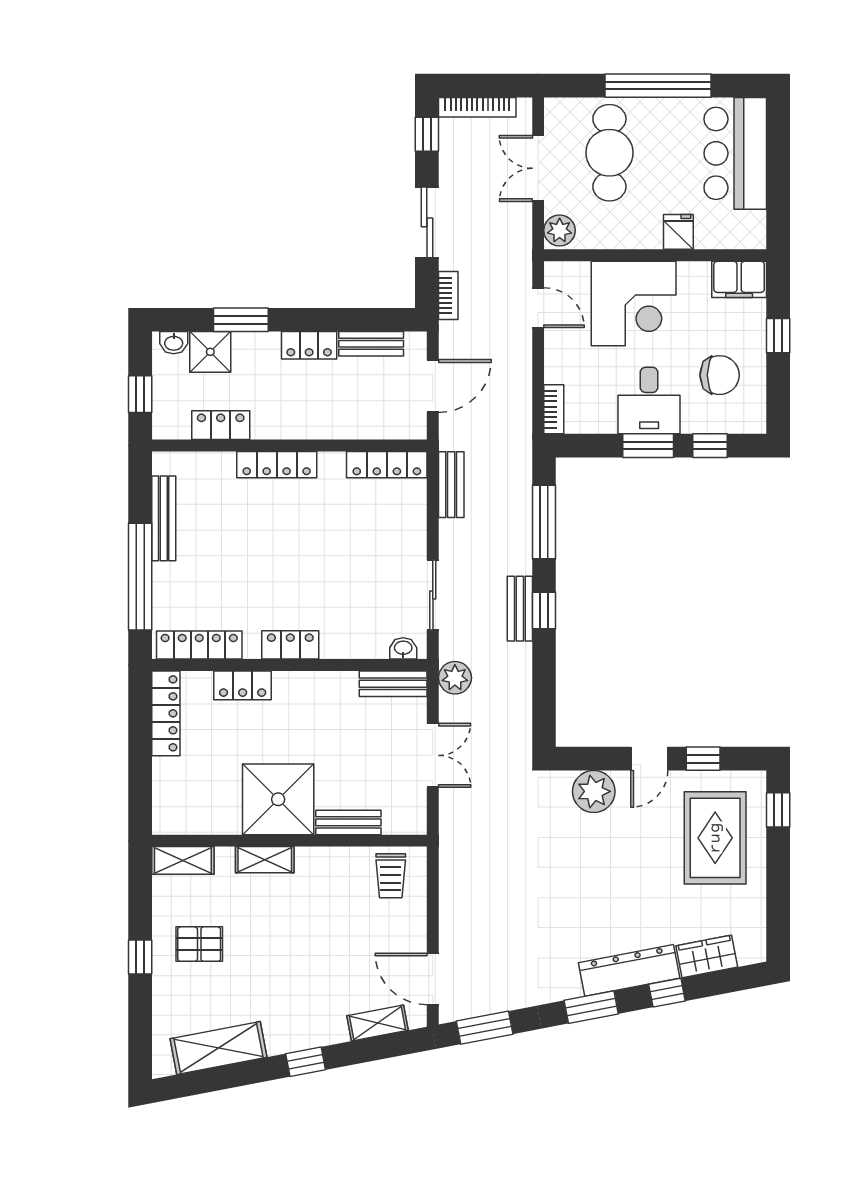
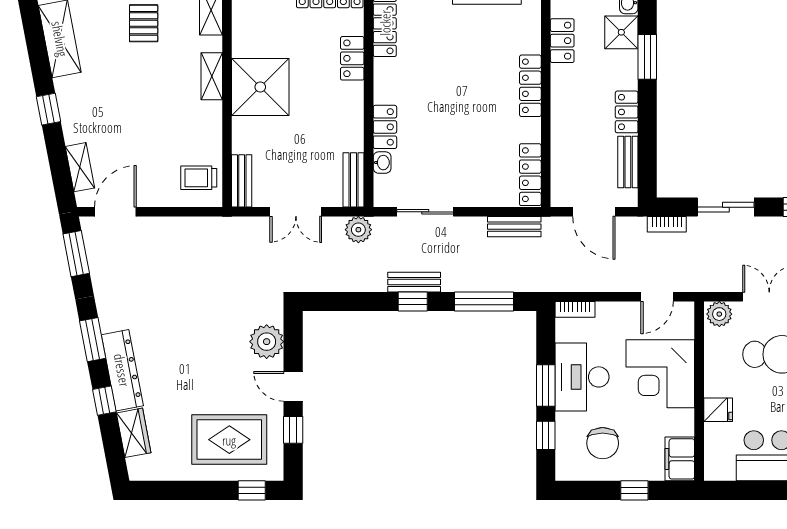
desk: (649, 401) -> (582, 377), width x1.37
locker: (290, 645) -> (385, 127), moved
washbasin: (403, 648) -> (382, 163), moved
bench: (348, 822) -> (242, 181), moved

